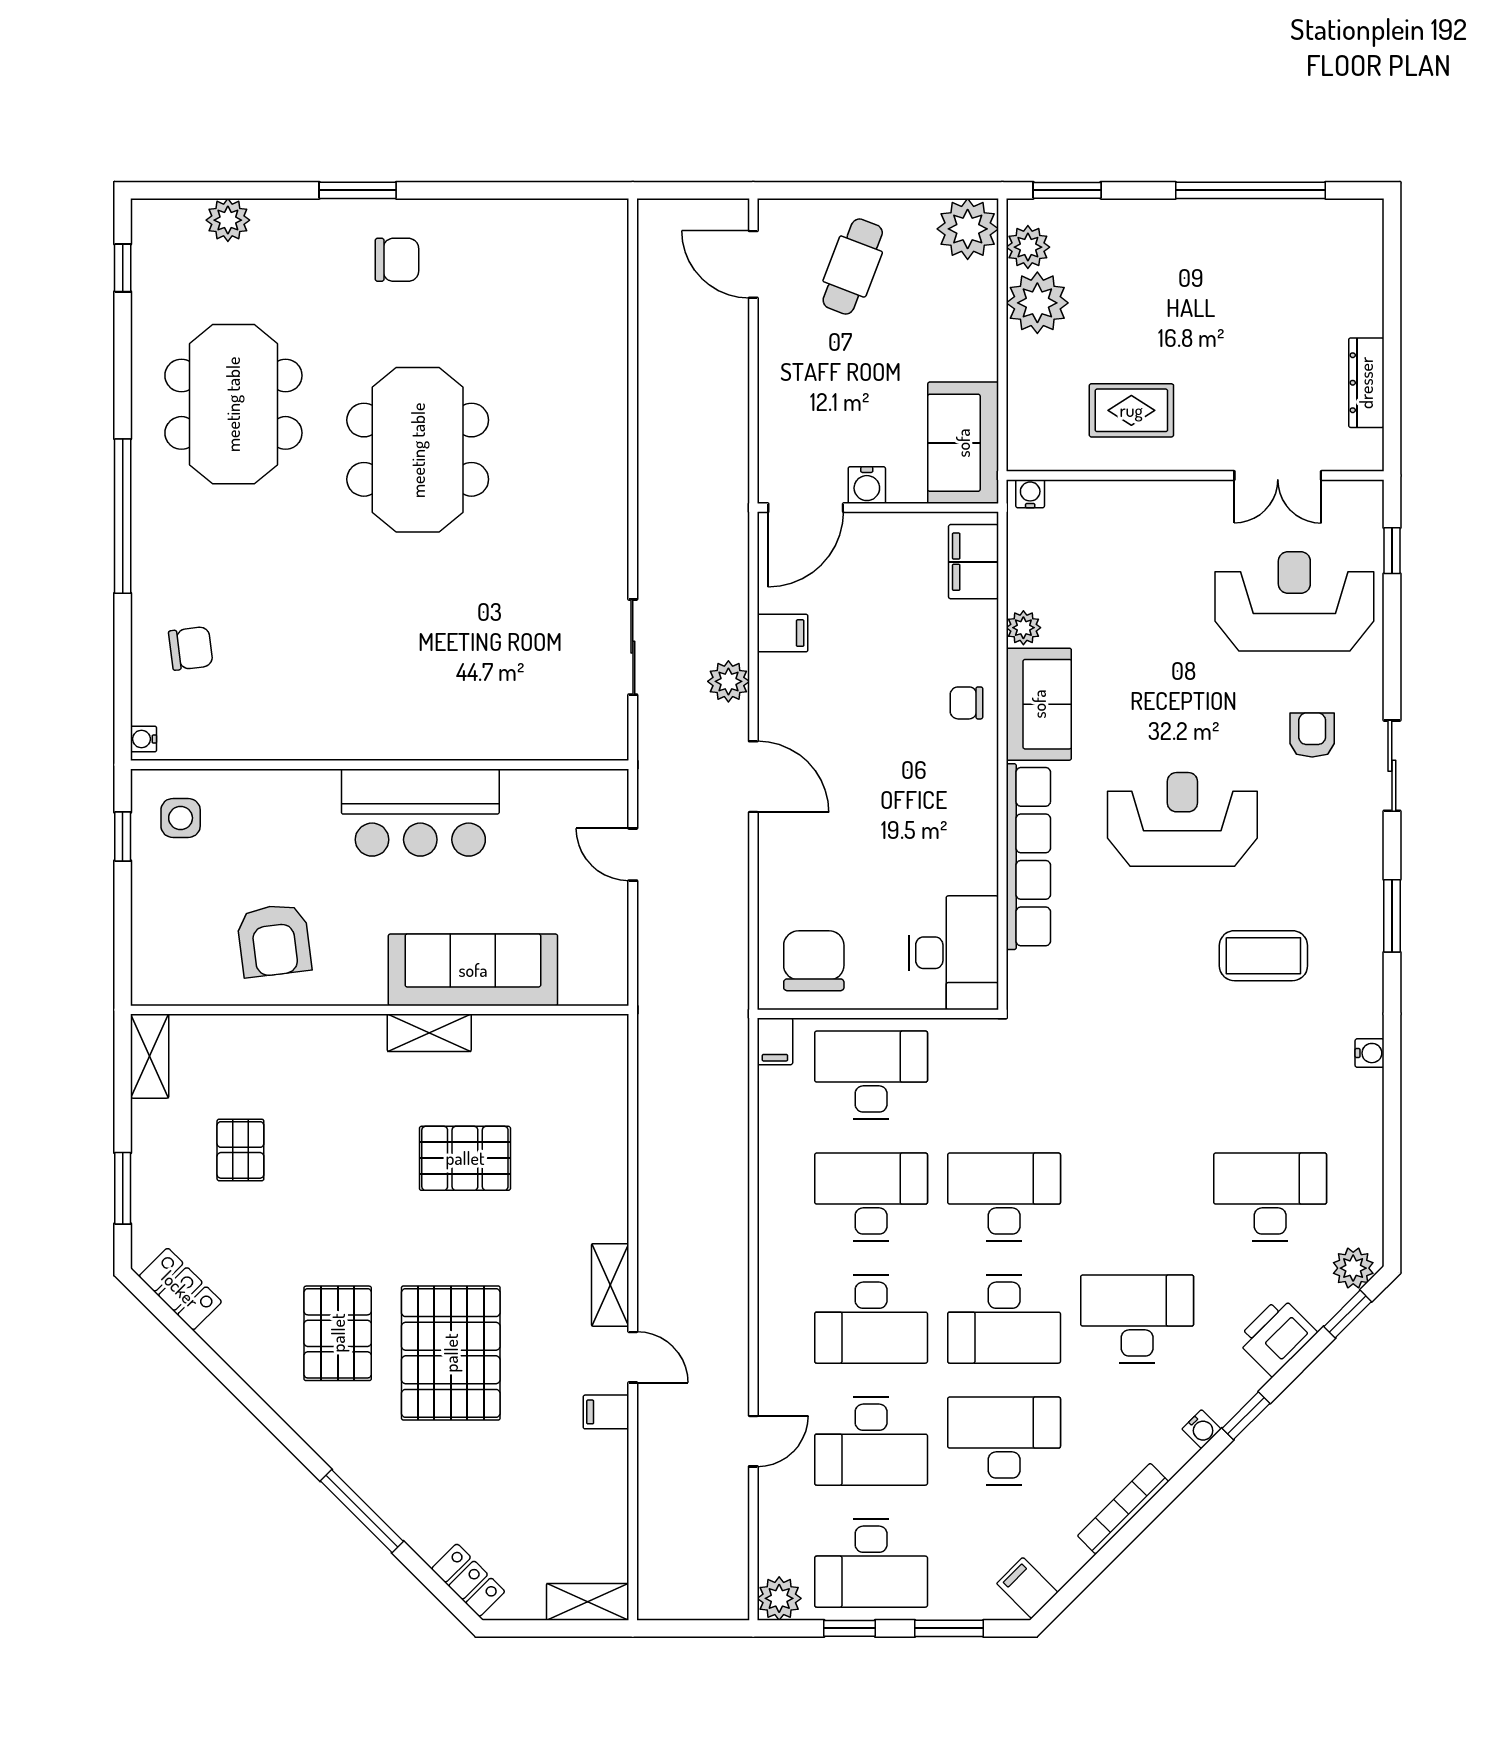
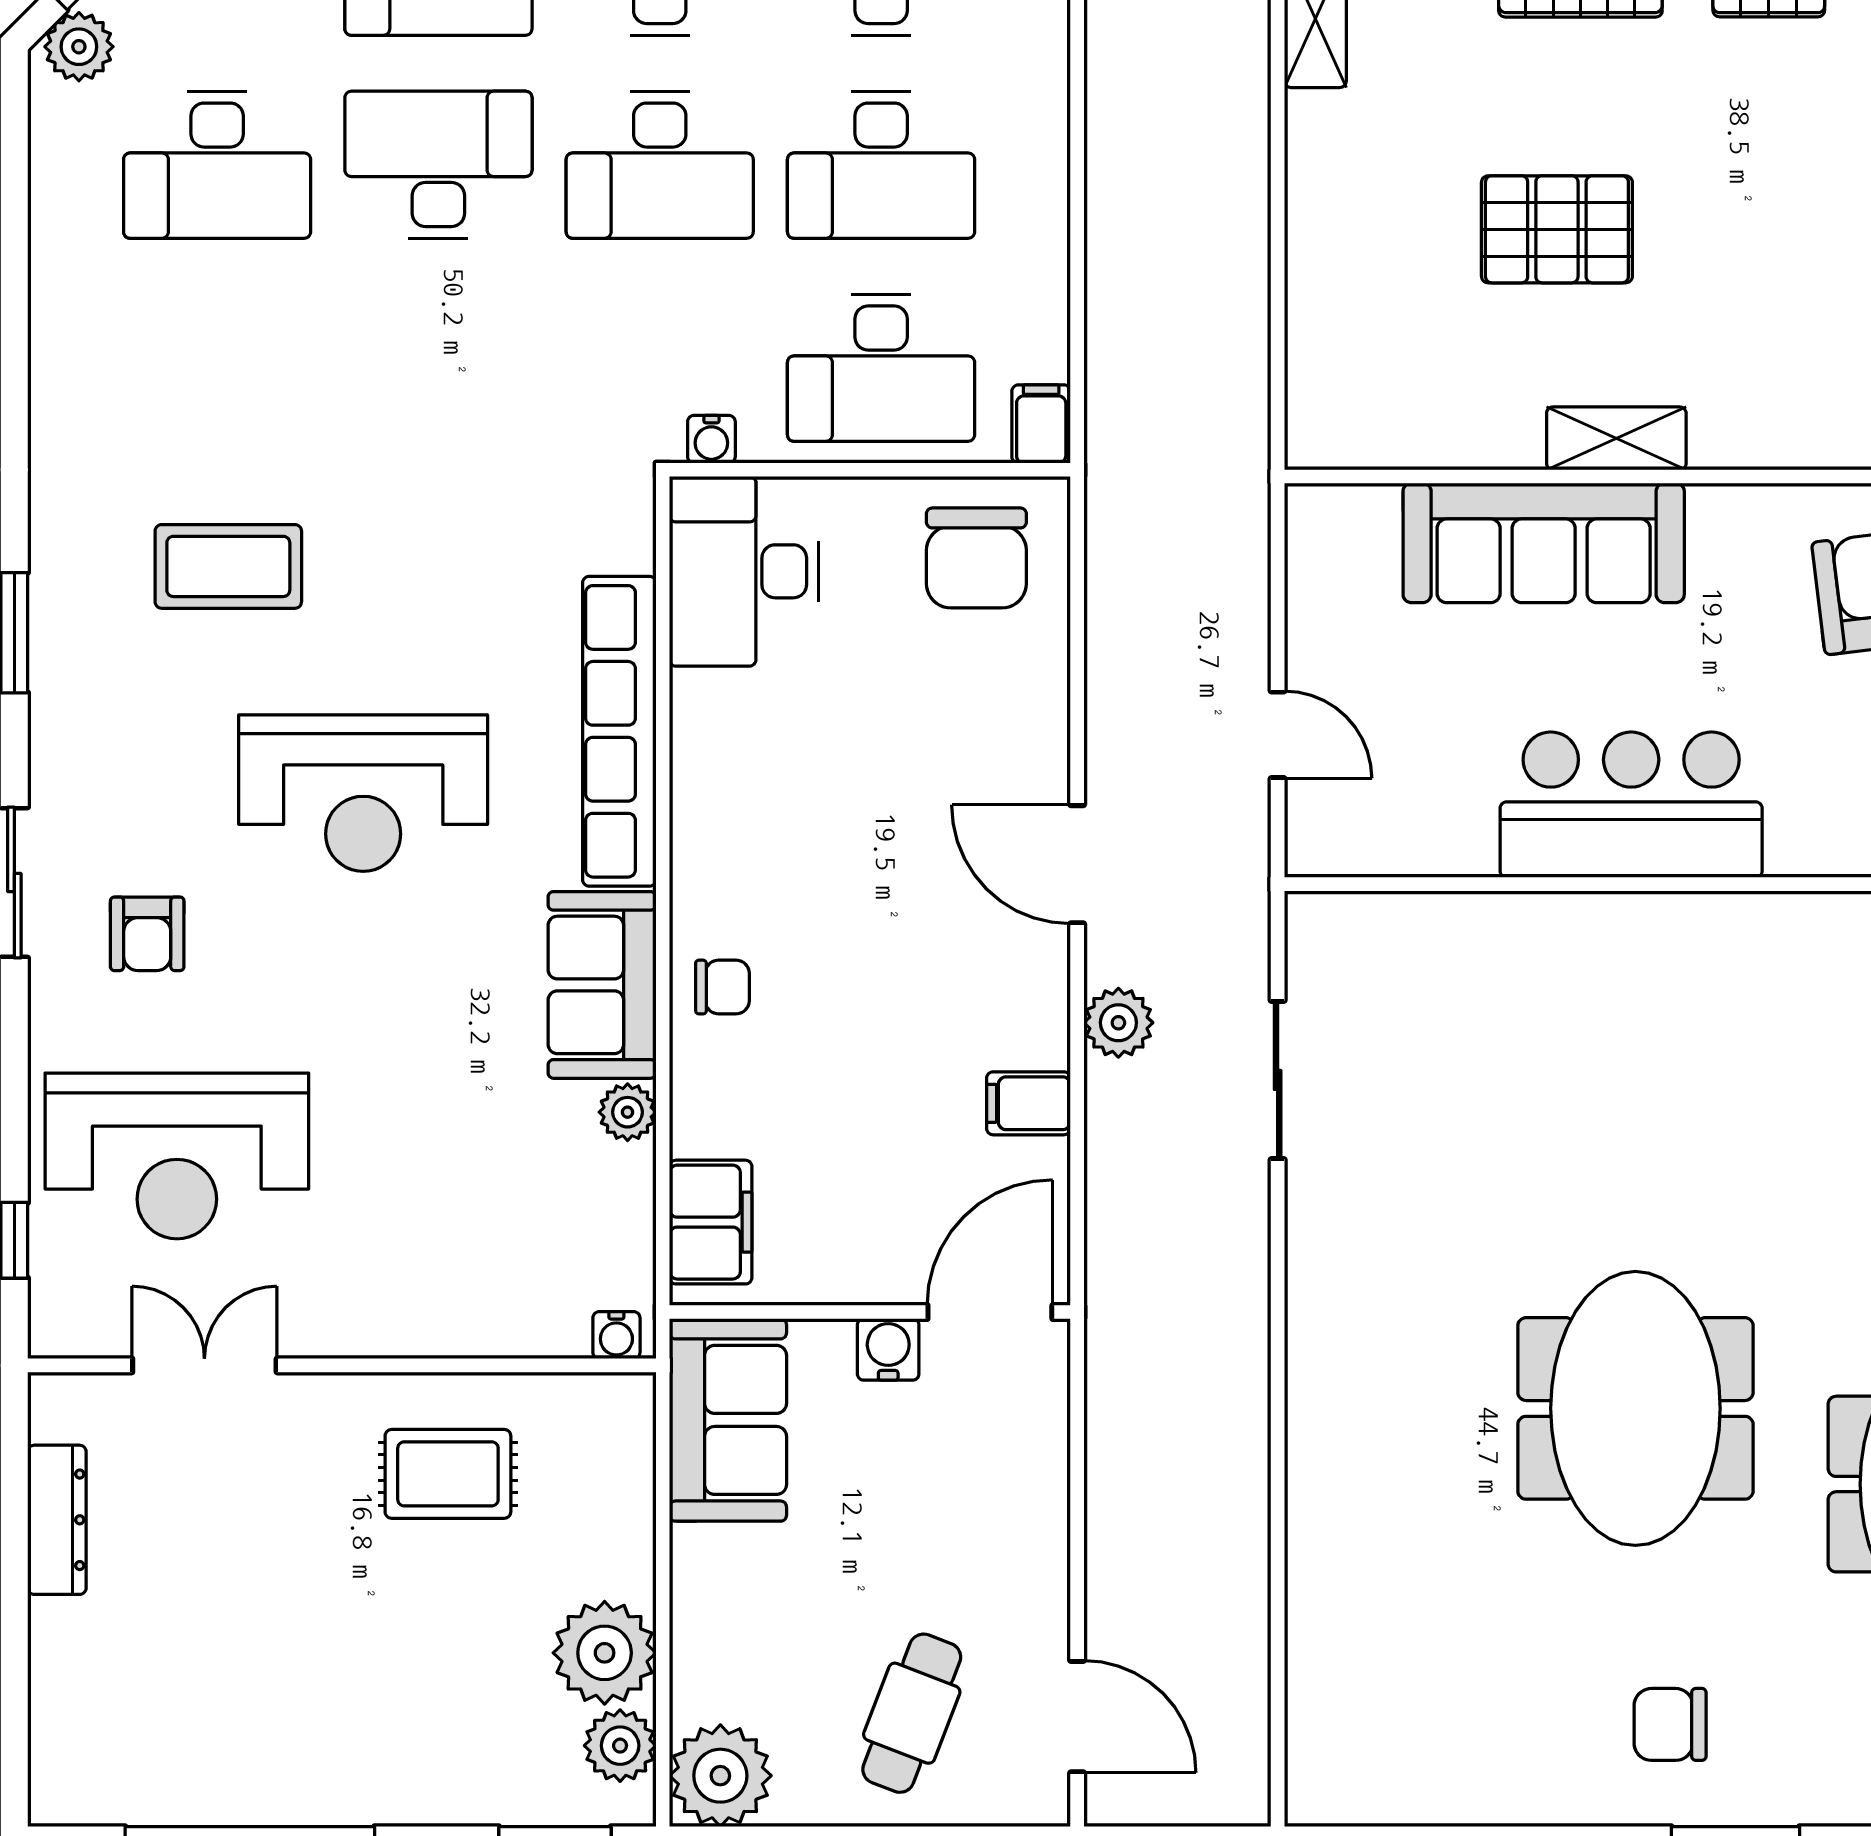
water cooler: (1370, 1053) -> (711, 439), moved, turned -90
desk: (1137, 1197) -> (438, 165), added

